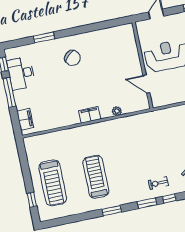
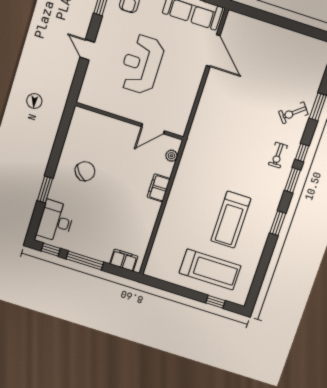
wall: (143, 65) -> (129, 121), moved
desk: (21, 73) -> (56, 221), moved, turned 90
door: (146, 84) -> (153, 129), moved
treadmill: (96, 177) -> (231, 220), turned -90

